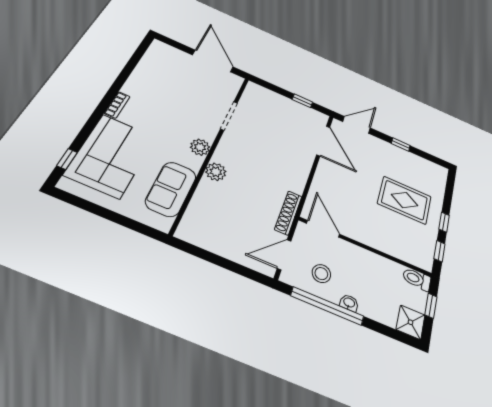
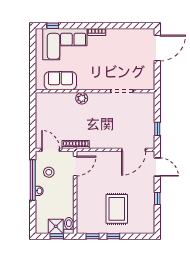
door: (213, 61) -> (157, 48), moved
plant: (200, 147) -> (93, 84), removed
shower: (411, 322) -> (56, 226), moved

